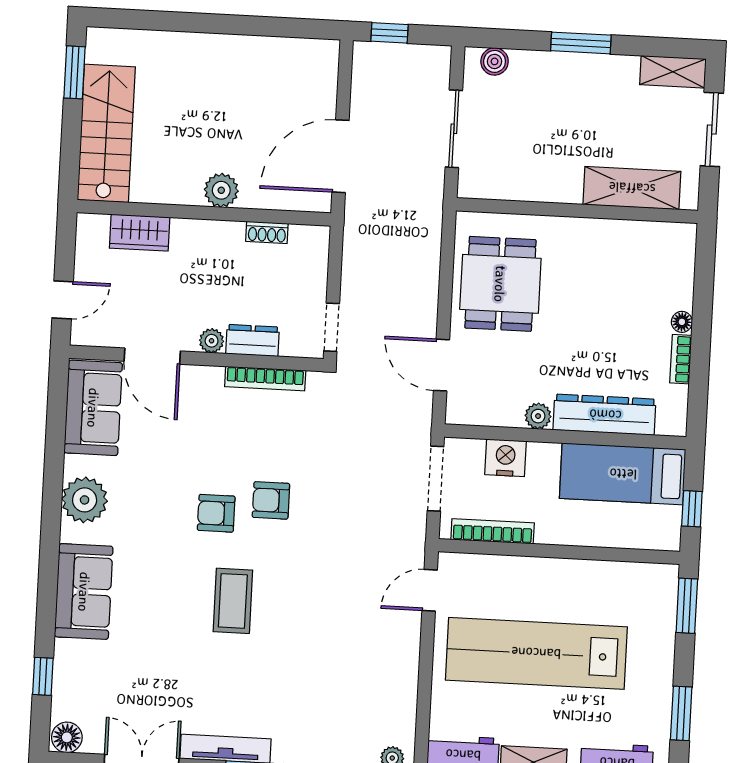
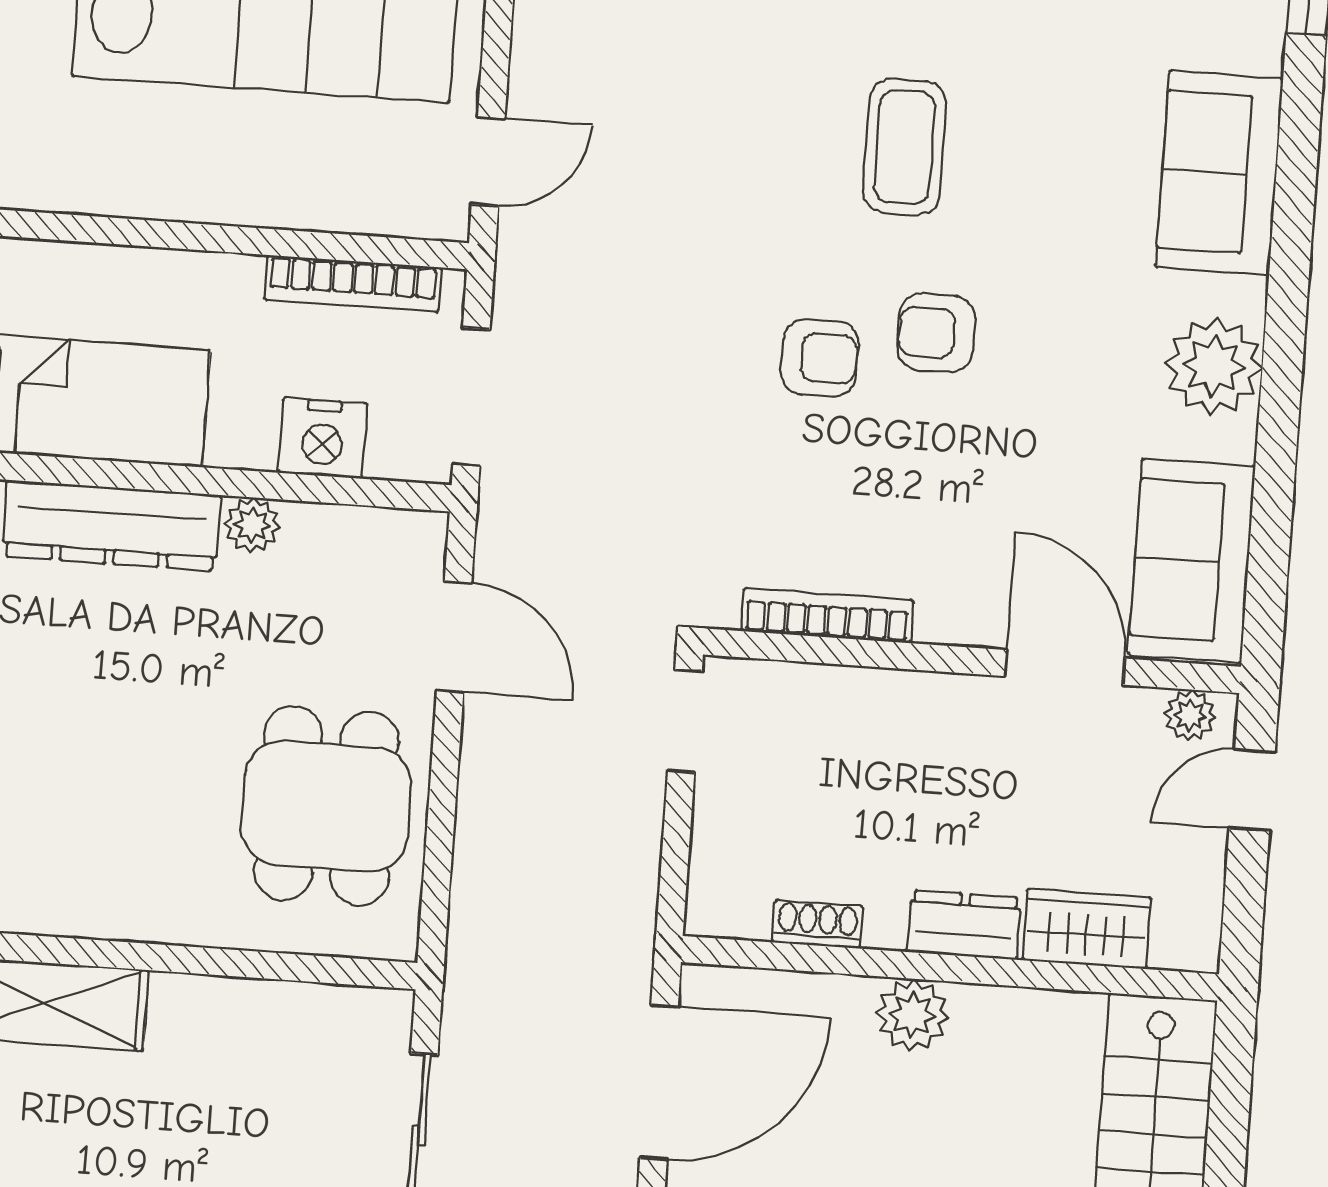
dresser: (253, 340) -> (964, 925), moved, turned 180
plant: (212, 341) -> (1190, 715), moved
armchair: (216, 513) -> (936, 333), turned 180

